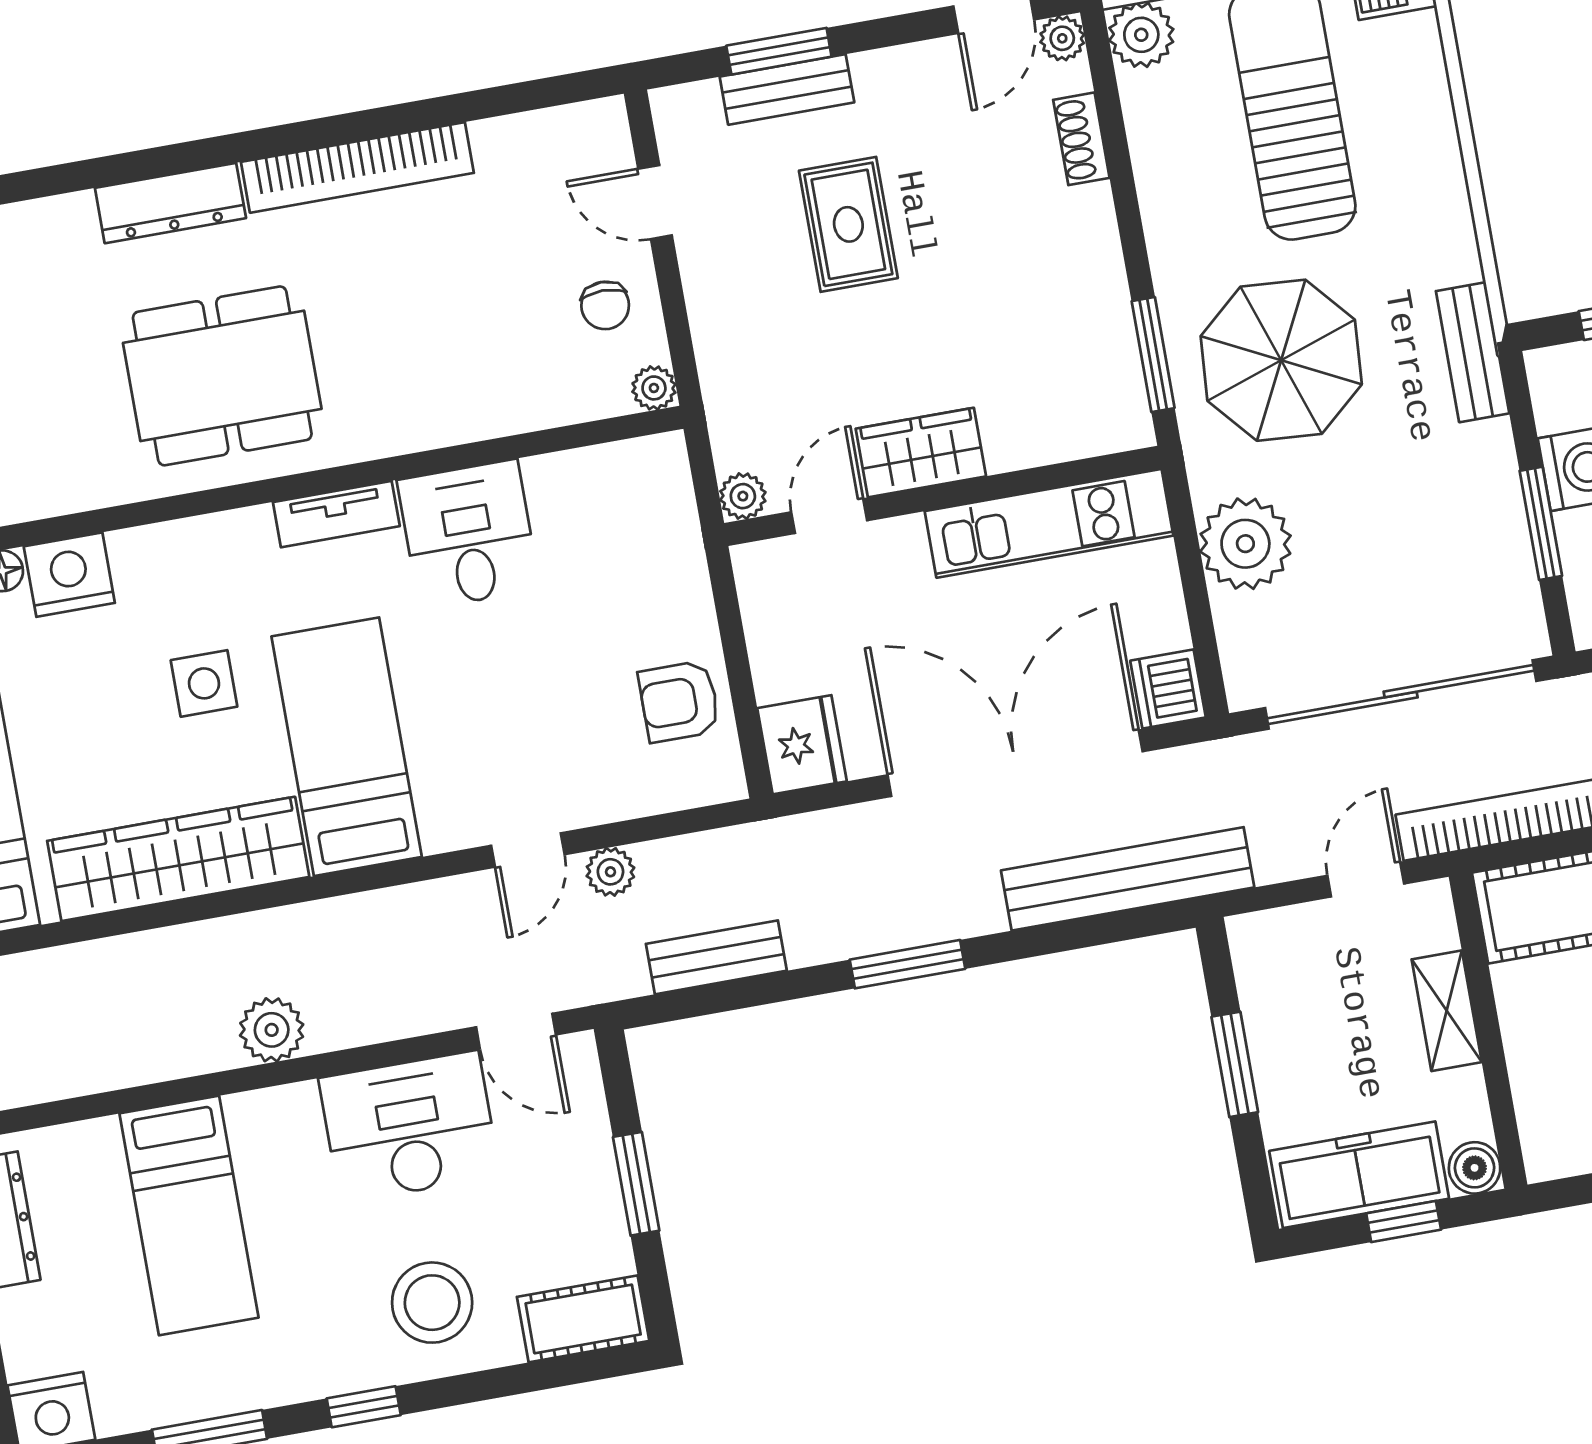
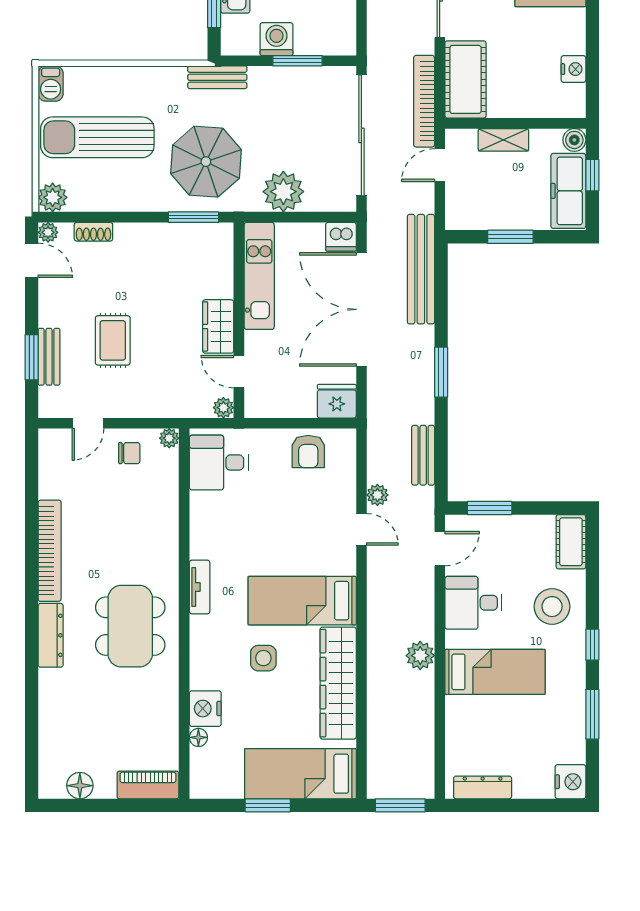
rug: (848, 224) -> (113, 340), turned 90
desk: (468, 534) -> (219, 463), moved
door: (1366, 880) -> (440, 165), hinge flipped
desk: (409, 1127) -> (473, 603), width x0.73
window: (636, 1184) -> (490, 508), moved
bed: (189, 1216) -> (495, 672), moved

